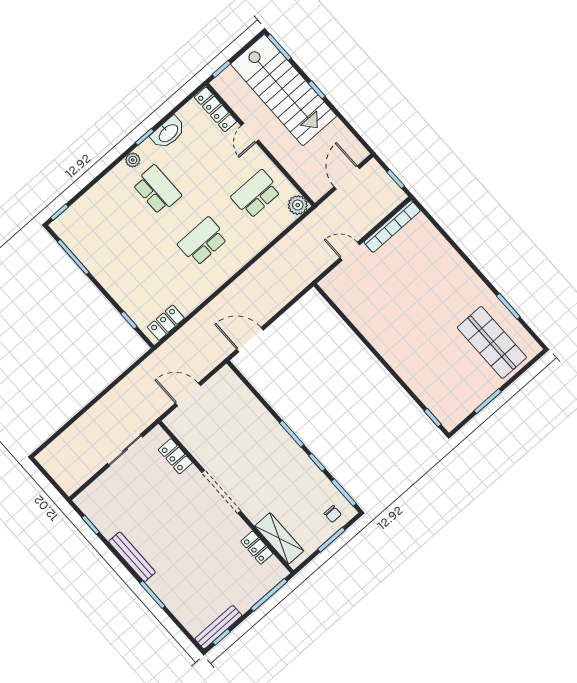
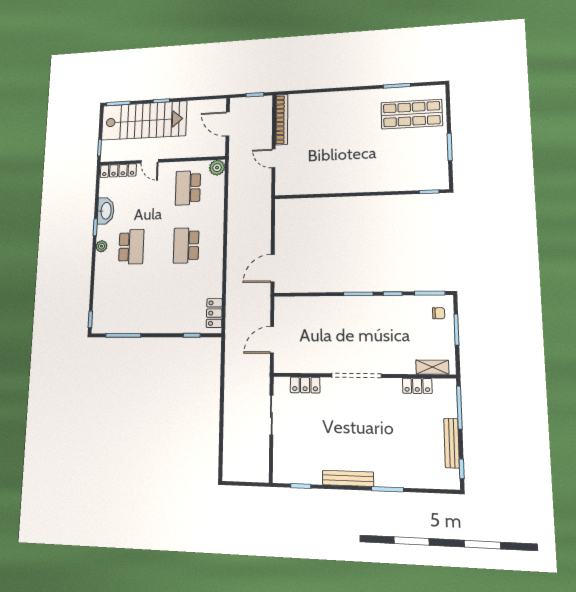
school desk: (157, 190) -> (131, 247), turned 90
door: (350, 251) -> (274, 158), hinge flipped
shelving: (279, 538) -> (432, 367), width x0.67, depth x0.75
bench: (218, 627) -> (452, 443), moved

